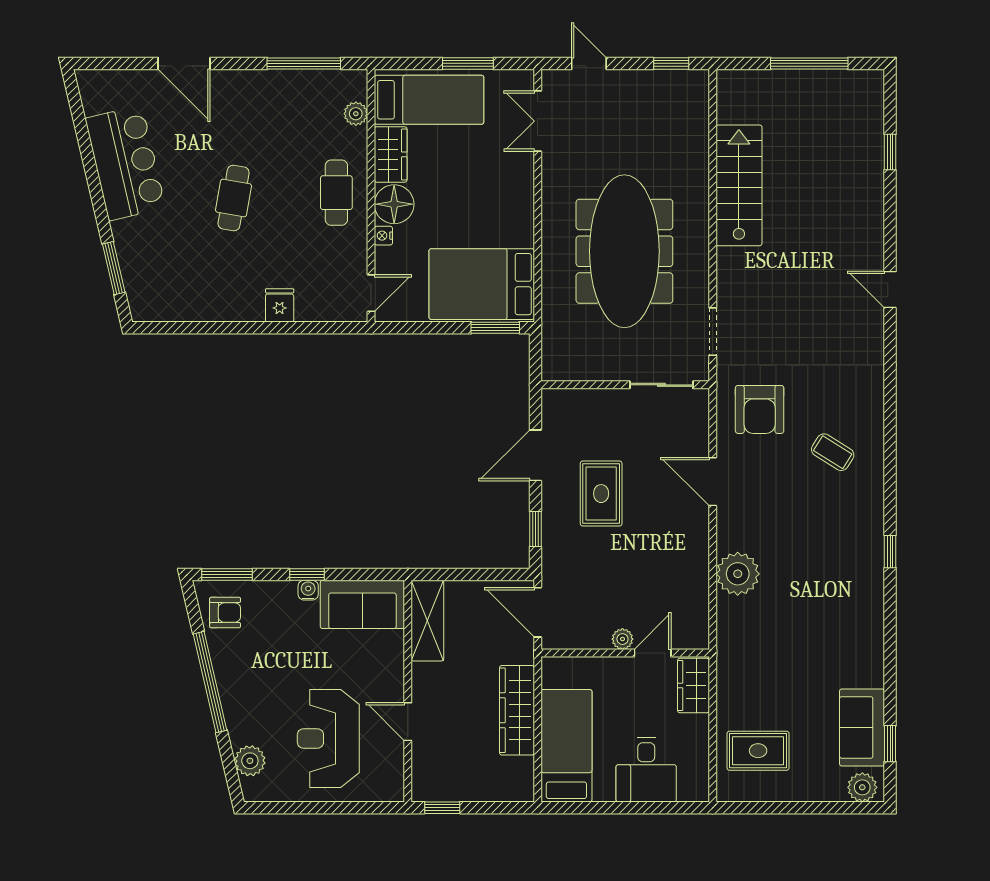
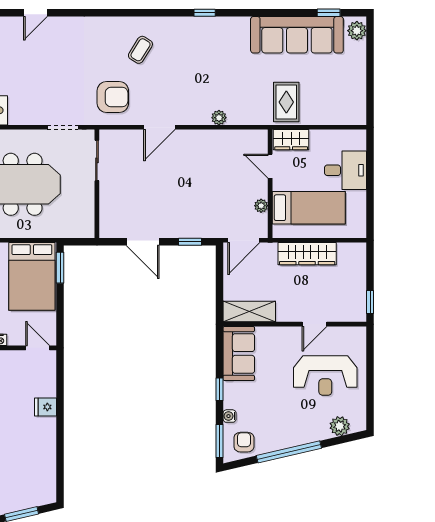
rug: (601, 494) -> (167, 199), removed
plant: (738, 574) -> (219, 118), width x0.53, depth x0.53
water cooler: (308, 590) -> (230, 416), moved
plant: (622, 639) -> (261, 206), moved
sofa: (862, 727) -> (297, 35), width x1.85, depth x1.27
bed: (566, 746) -> (309, 208), moved, turned 180
rug: (758, 751) -> (286, 102), moved

